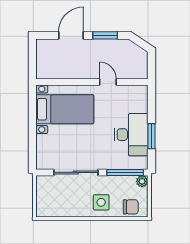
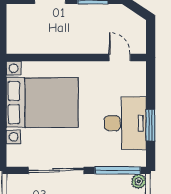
door: (108, 82) -> (120, 58), moved
bed with nightstands: (65, 109) -> (42, 102), width x1.36

